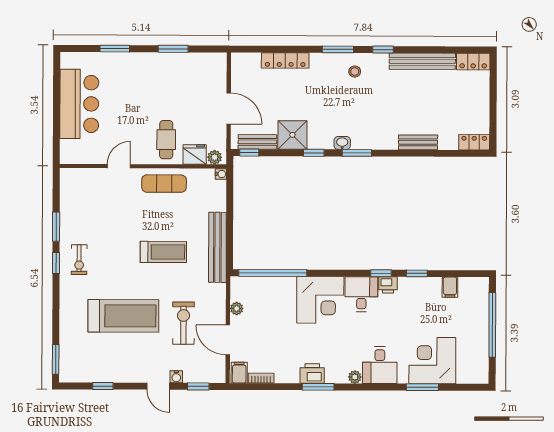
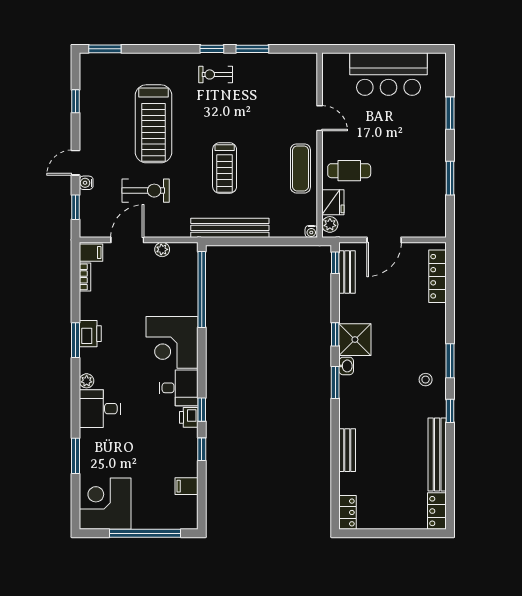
locker: (285, 60) -> (438, 276), moved
shower: (292, 135) -> (355, 340), moved
corner desk: (432, 361) -> (105, 504), moved, turned -90

